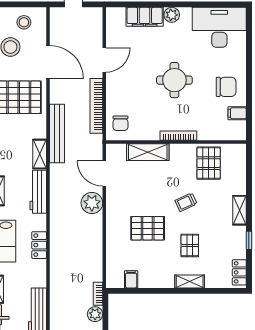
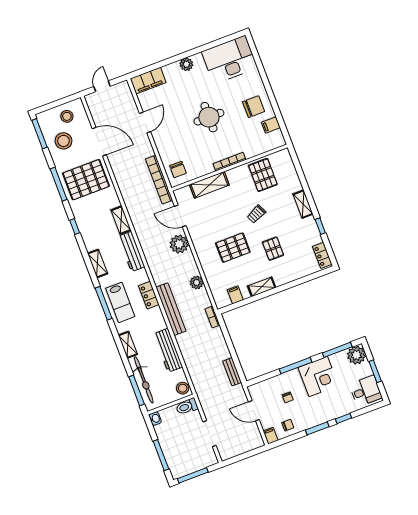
filing cabinet: (145, 17) -> (148, 81), moved
bookcase: (96, 106) -> (159, 180), moved
bench: (57, 133) -> (171, 309), moved
shelving: (190, 281) -> (262, 287), moved
plant: (95, 314) -> (197, 283), moved

